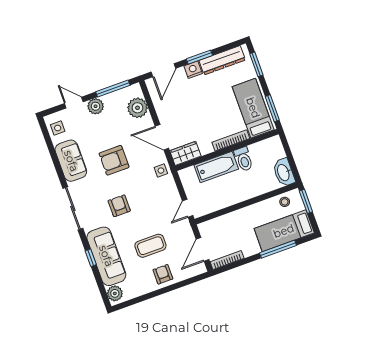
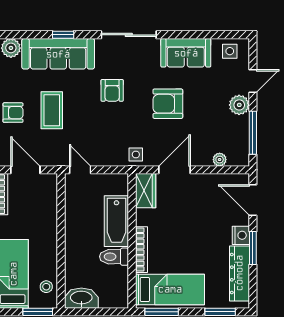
plant: (137, 108) -> (220, 160), width x0.53, depth x0.53
armchair: (114, 160) -> (168, 104), turned -90
armchair: (119, 206) -> (112, 90), turned 90

